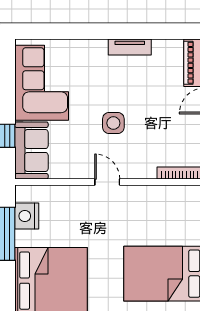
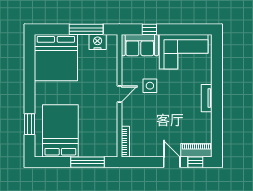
tv unit: (130, 47) -> (207, 98), moved
side table: (113, 123) -> (150, 86), moved

